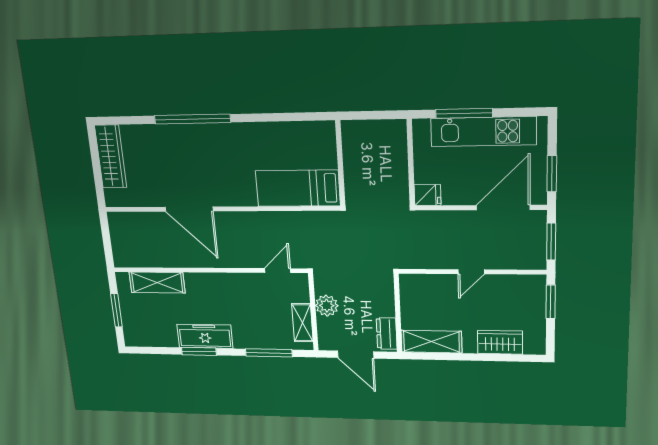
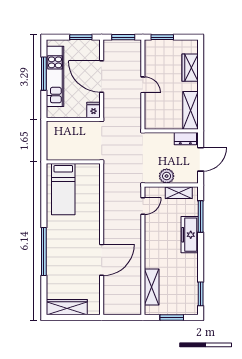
window: (464, 113) -> (44, 74), moved
bed: (298, 188) -> (63, 189), moved
door: (503, 208) -> (102, 76), moved
door: (278, 271) -> (143, 206), swing flipped
freezer: (205, 336) -> (190, 235), moved
window: (199, 351) -> (201, 294), moved

